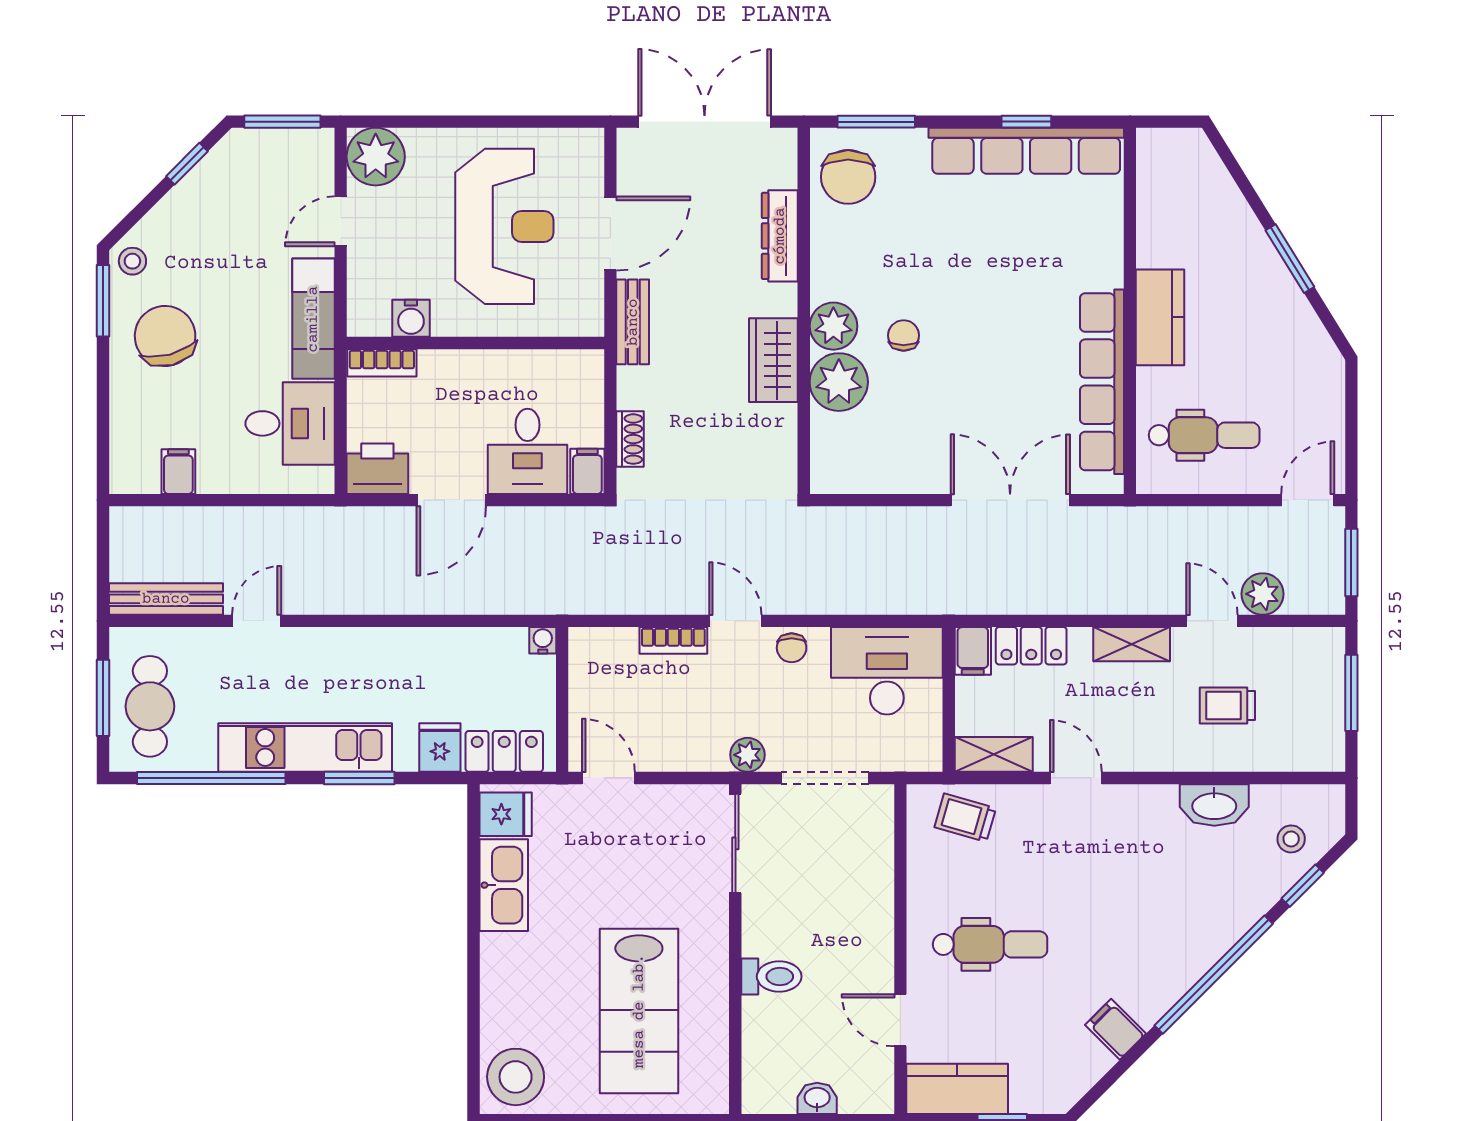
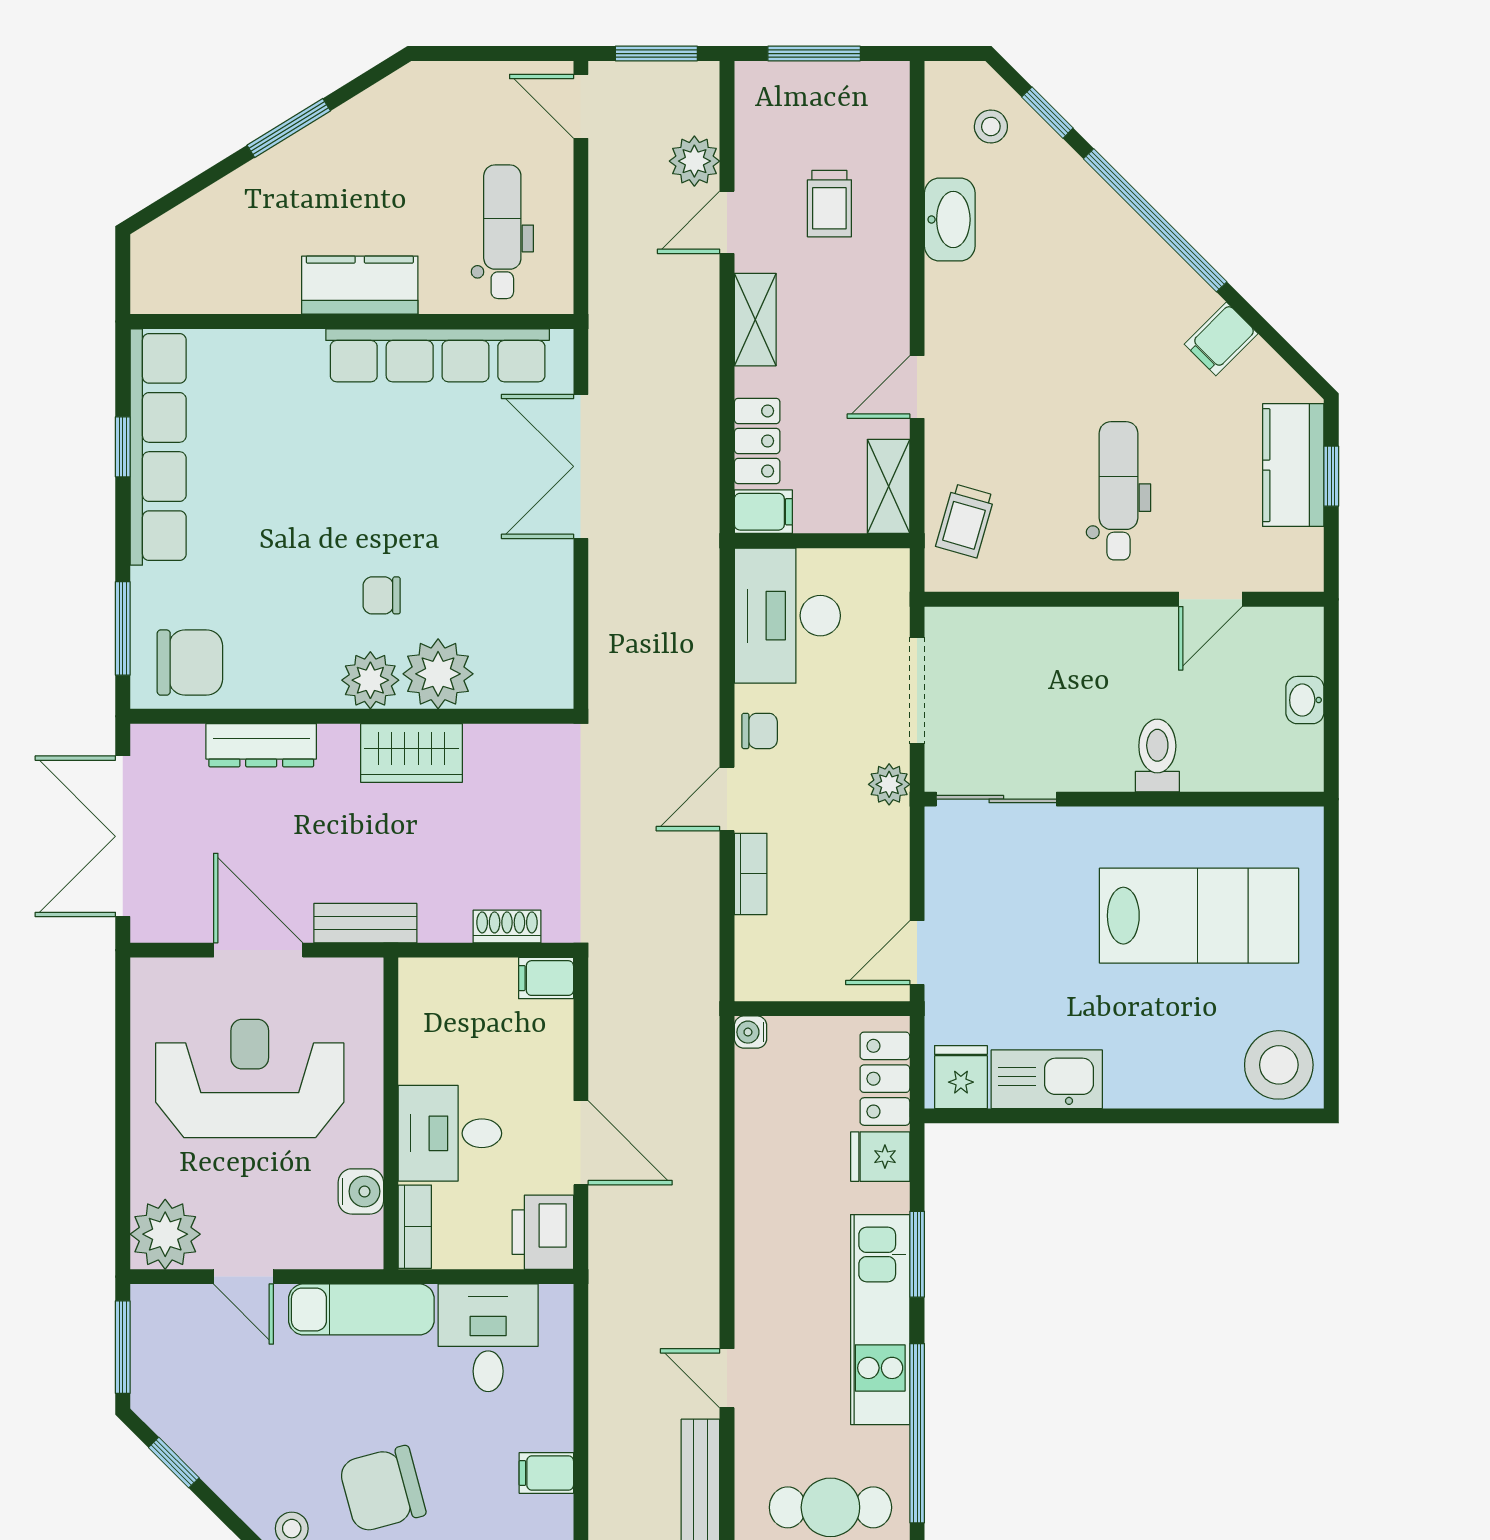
desk: (527, 451) -> (450, 1133), moved, turned 180
kitchen counter: (957, 1089) -> (1293, 465), moved

